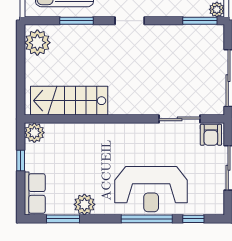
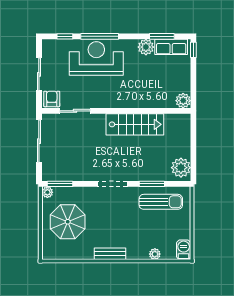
doorway: (130, 21) -> (112, 184), width x1.38
stairs: (69, 101) -> (135, 124), moved
window: (21, 160) -> (193, 50), moved
row of seats: (35, 193) -> (171, 47), moved, turned -90

